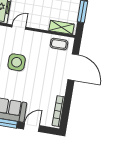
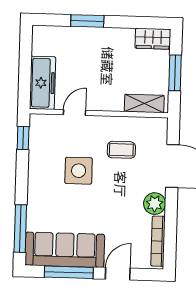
coffee table: (59, 44) -> (121, 150), moved
plant: (59, 88) -> (155, 204), added

